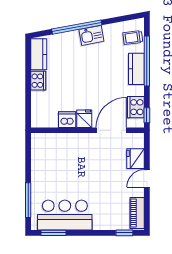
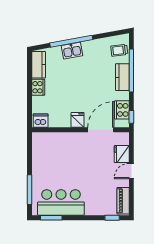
kitchen sink: (91, 35) -> (72, 51), moved
dishwasher: (67, 120) -> (41, 121), moved

